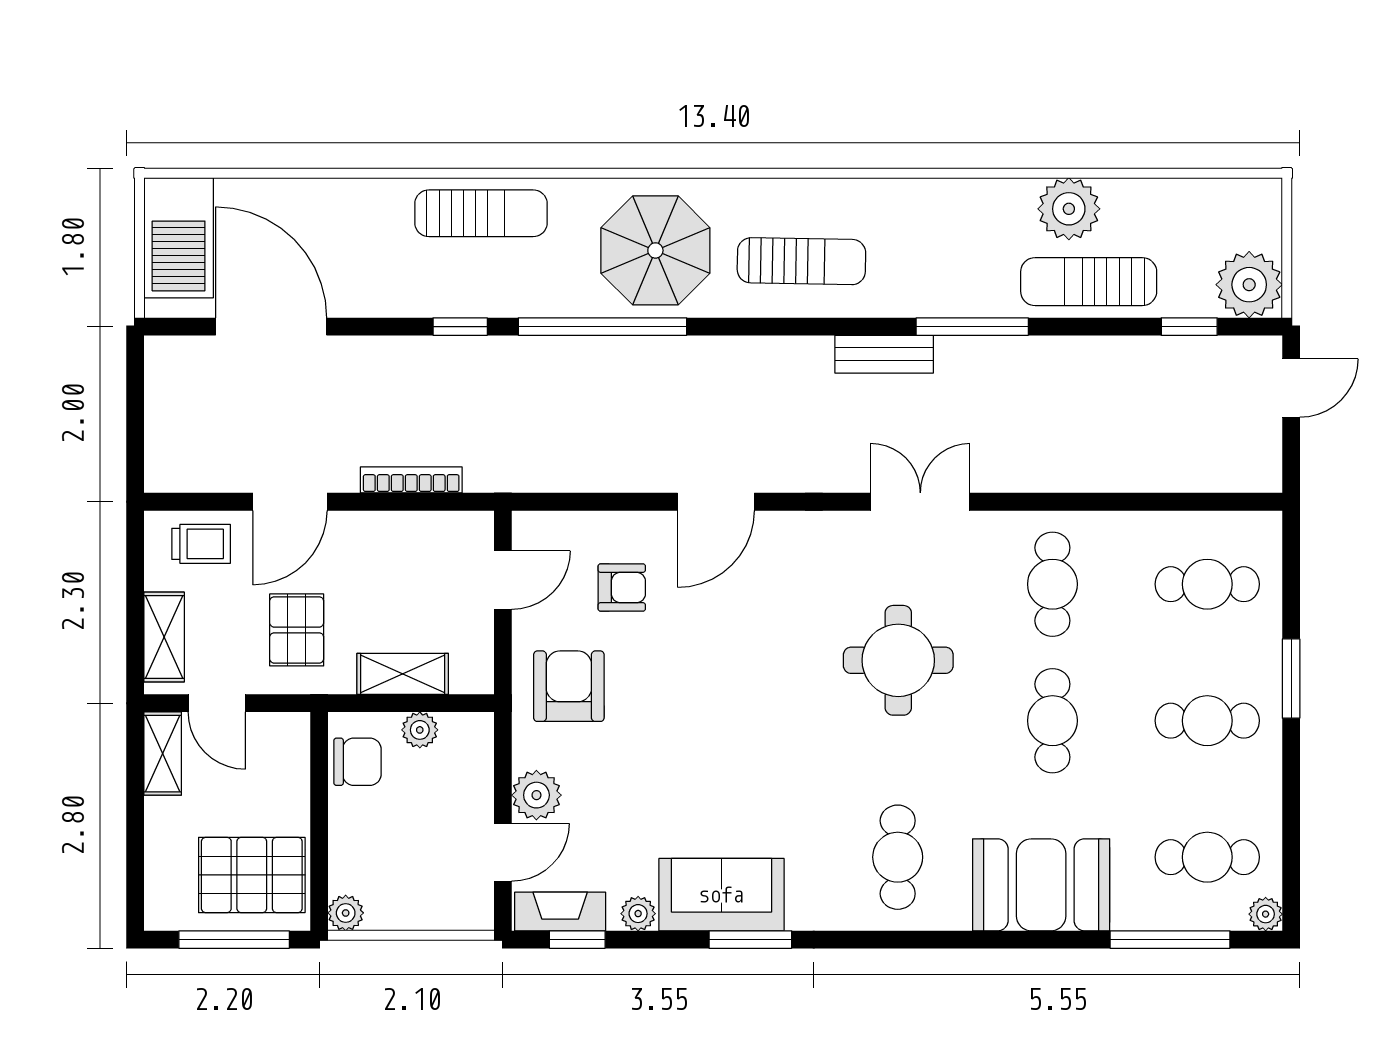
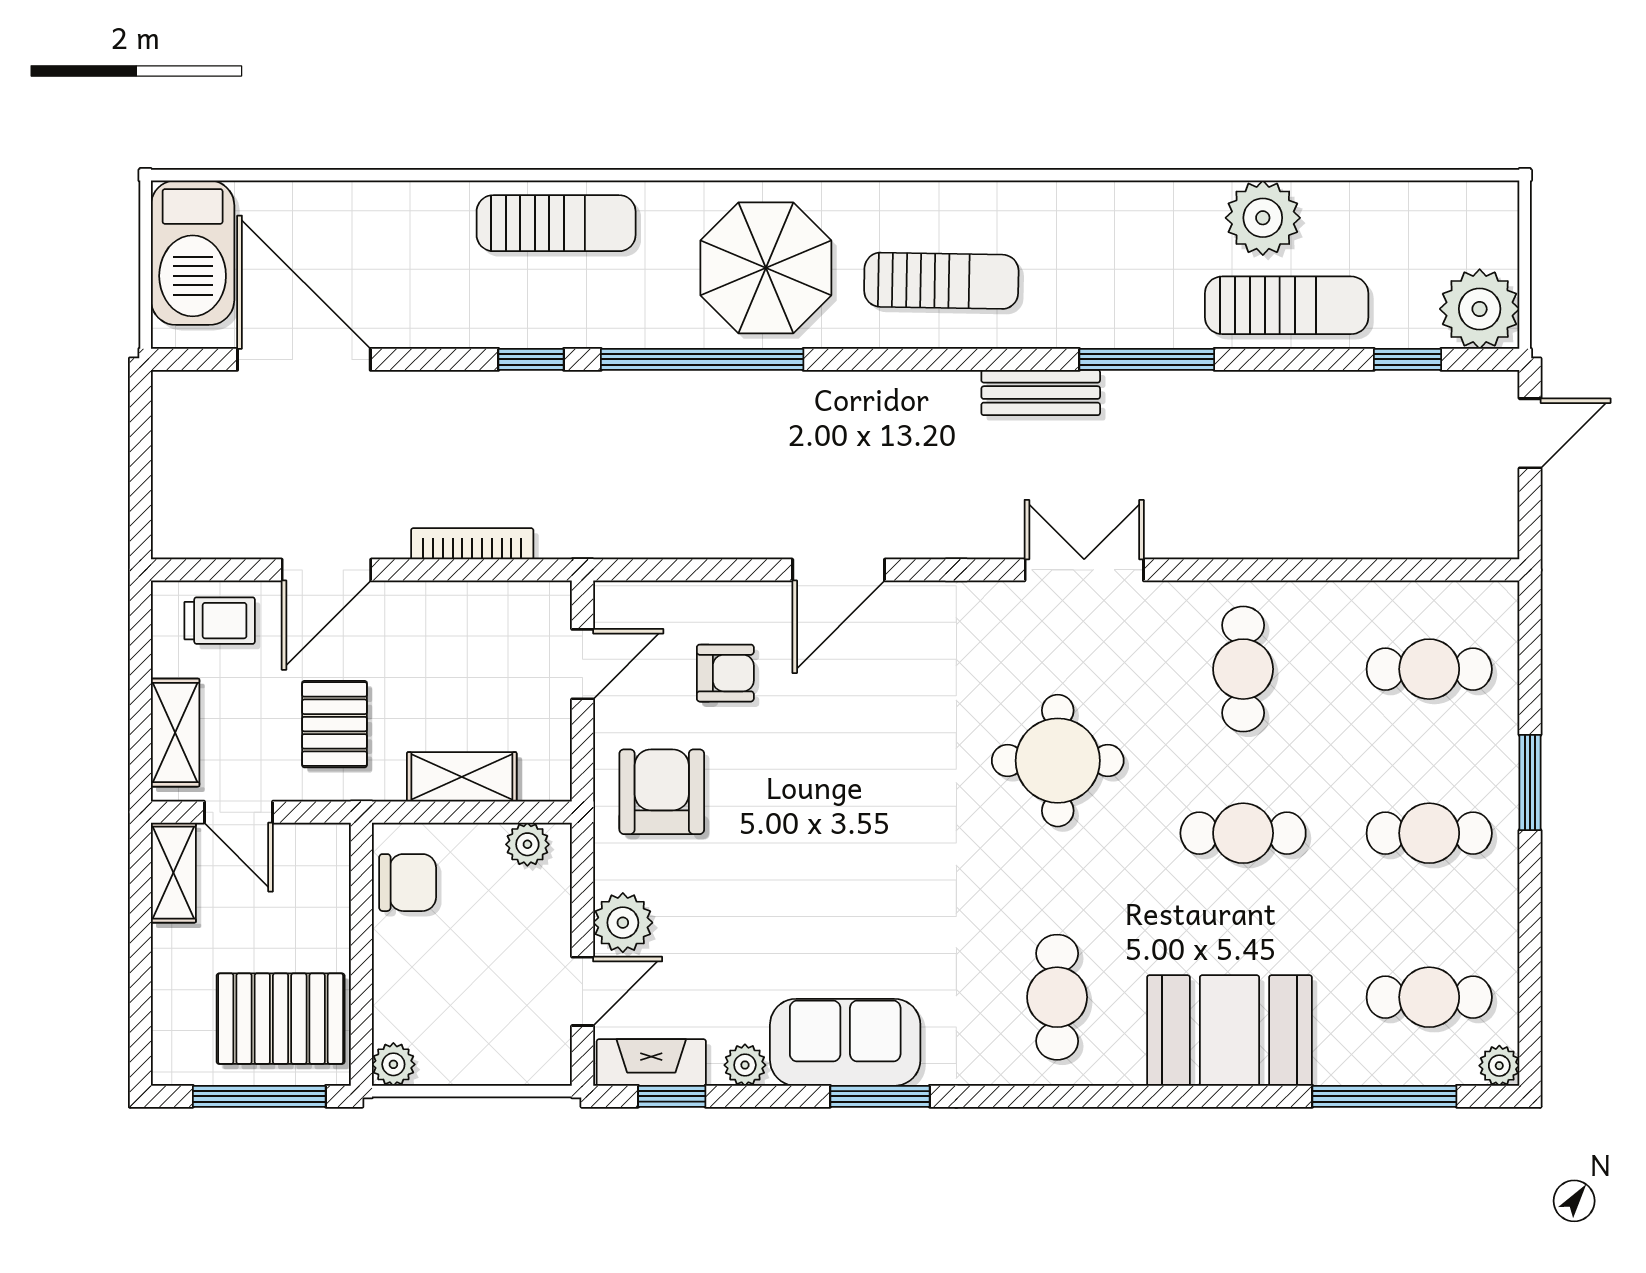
sun lounger: (1089, 282) -> (1287, 305), turned 180
cafe table: (1052, 721) -> (1243, 833), turned 90
plant: (420, 730) -> (527, 844), moved

